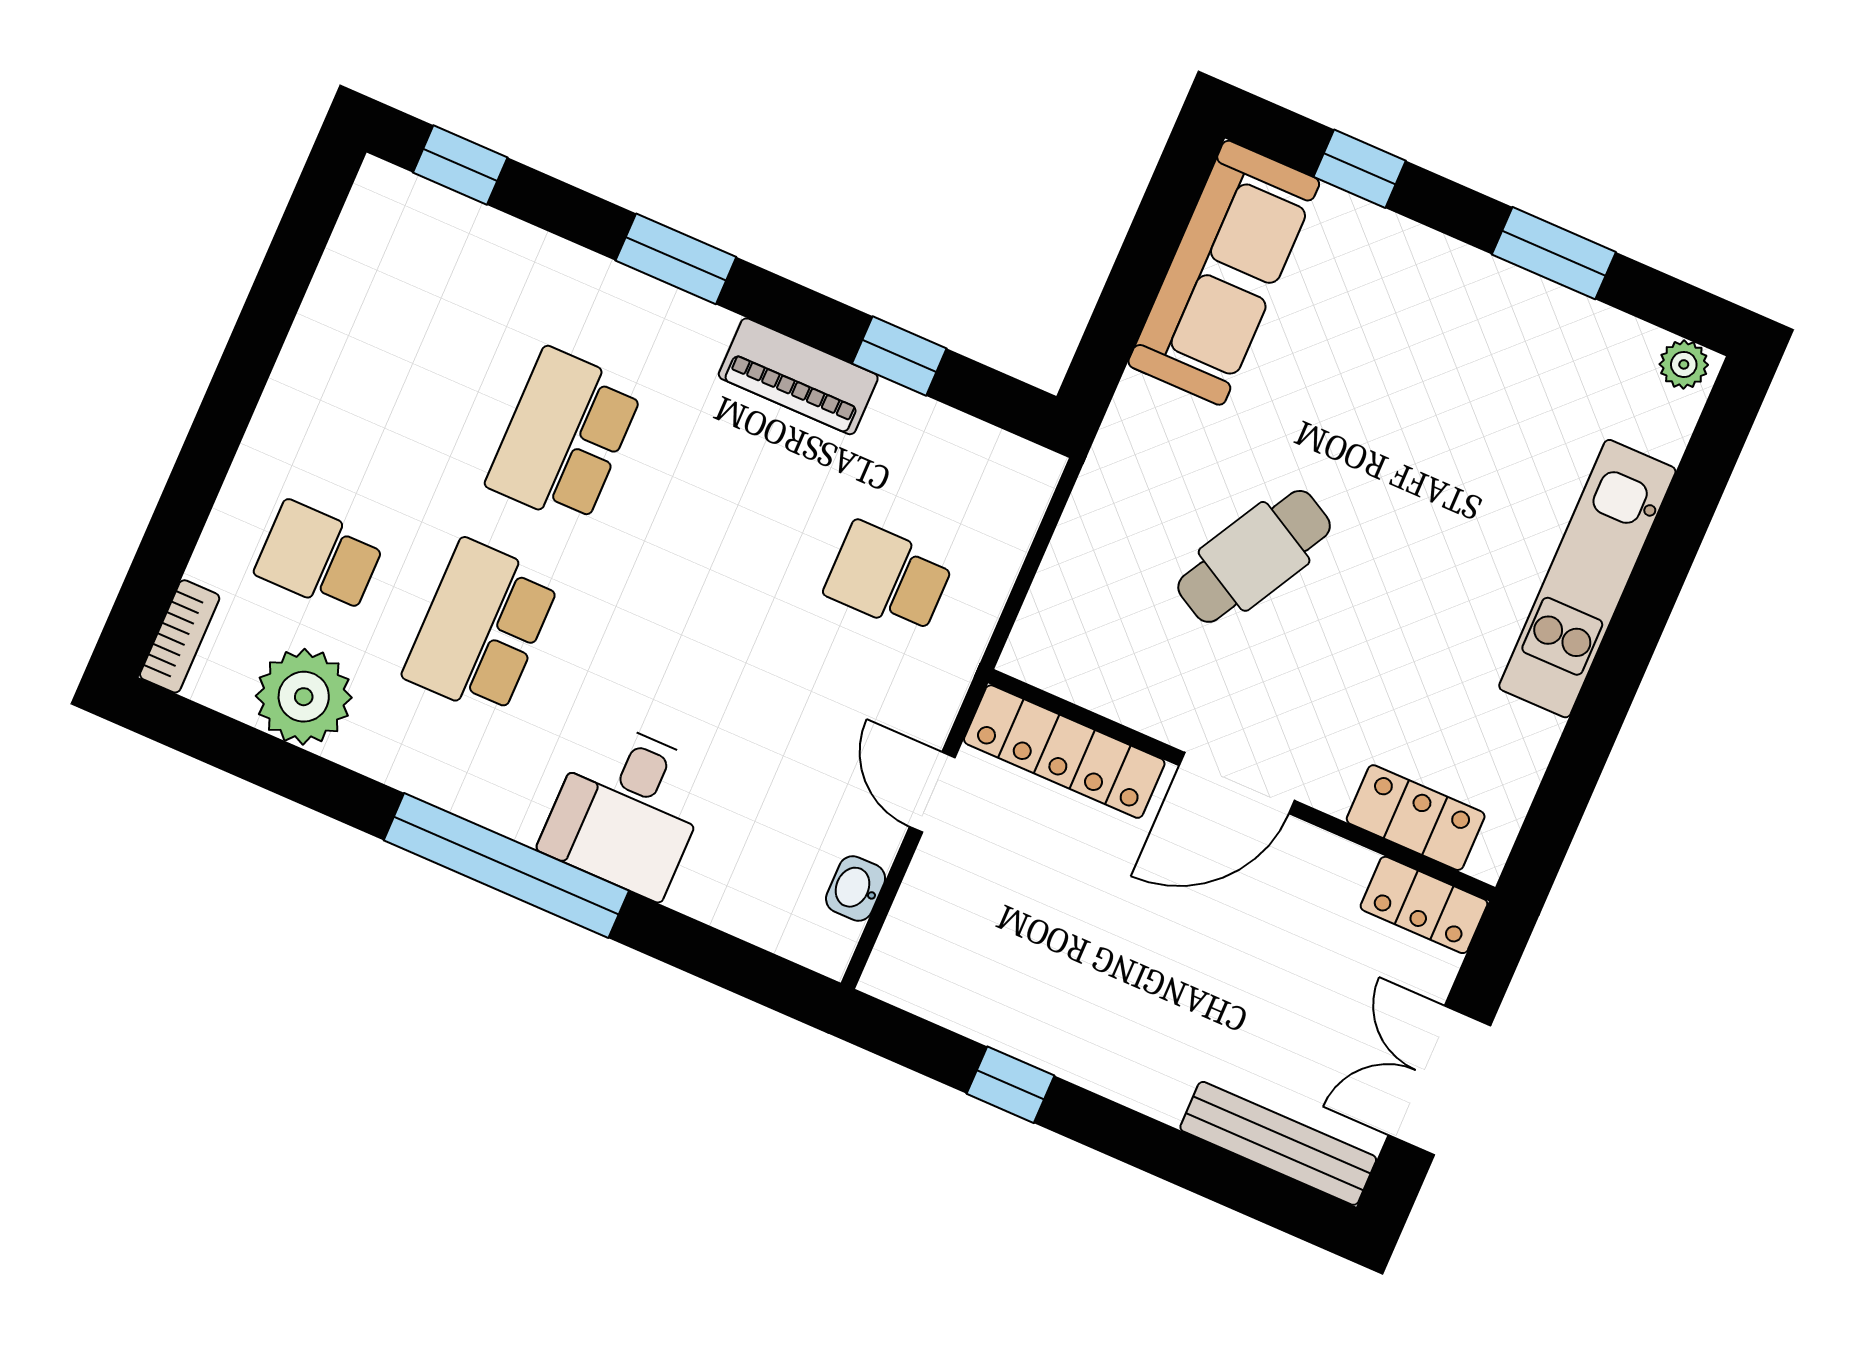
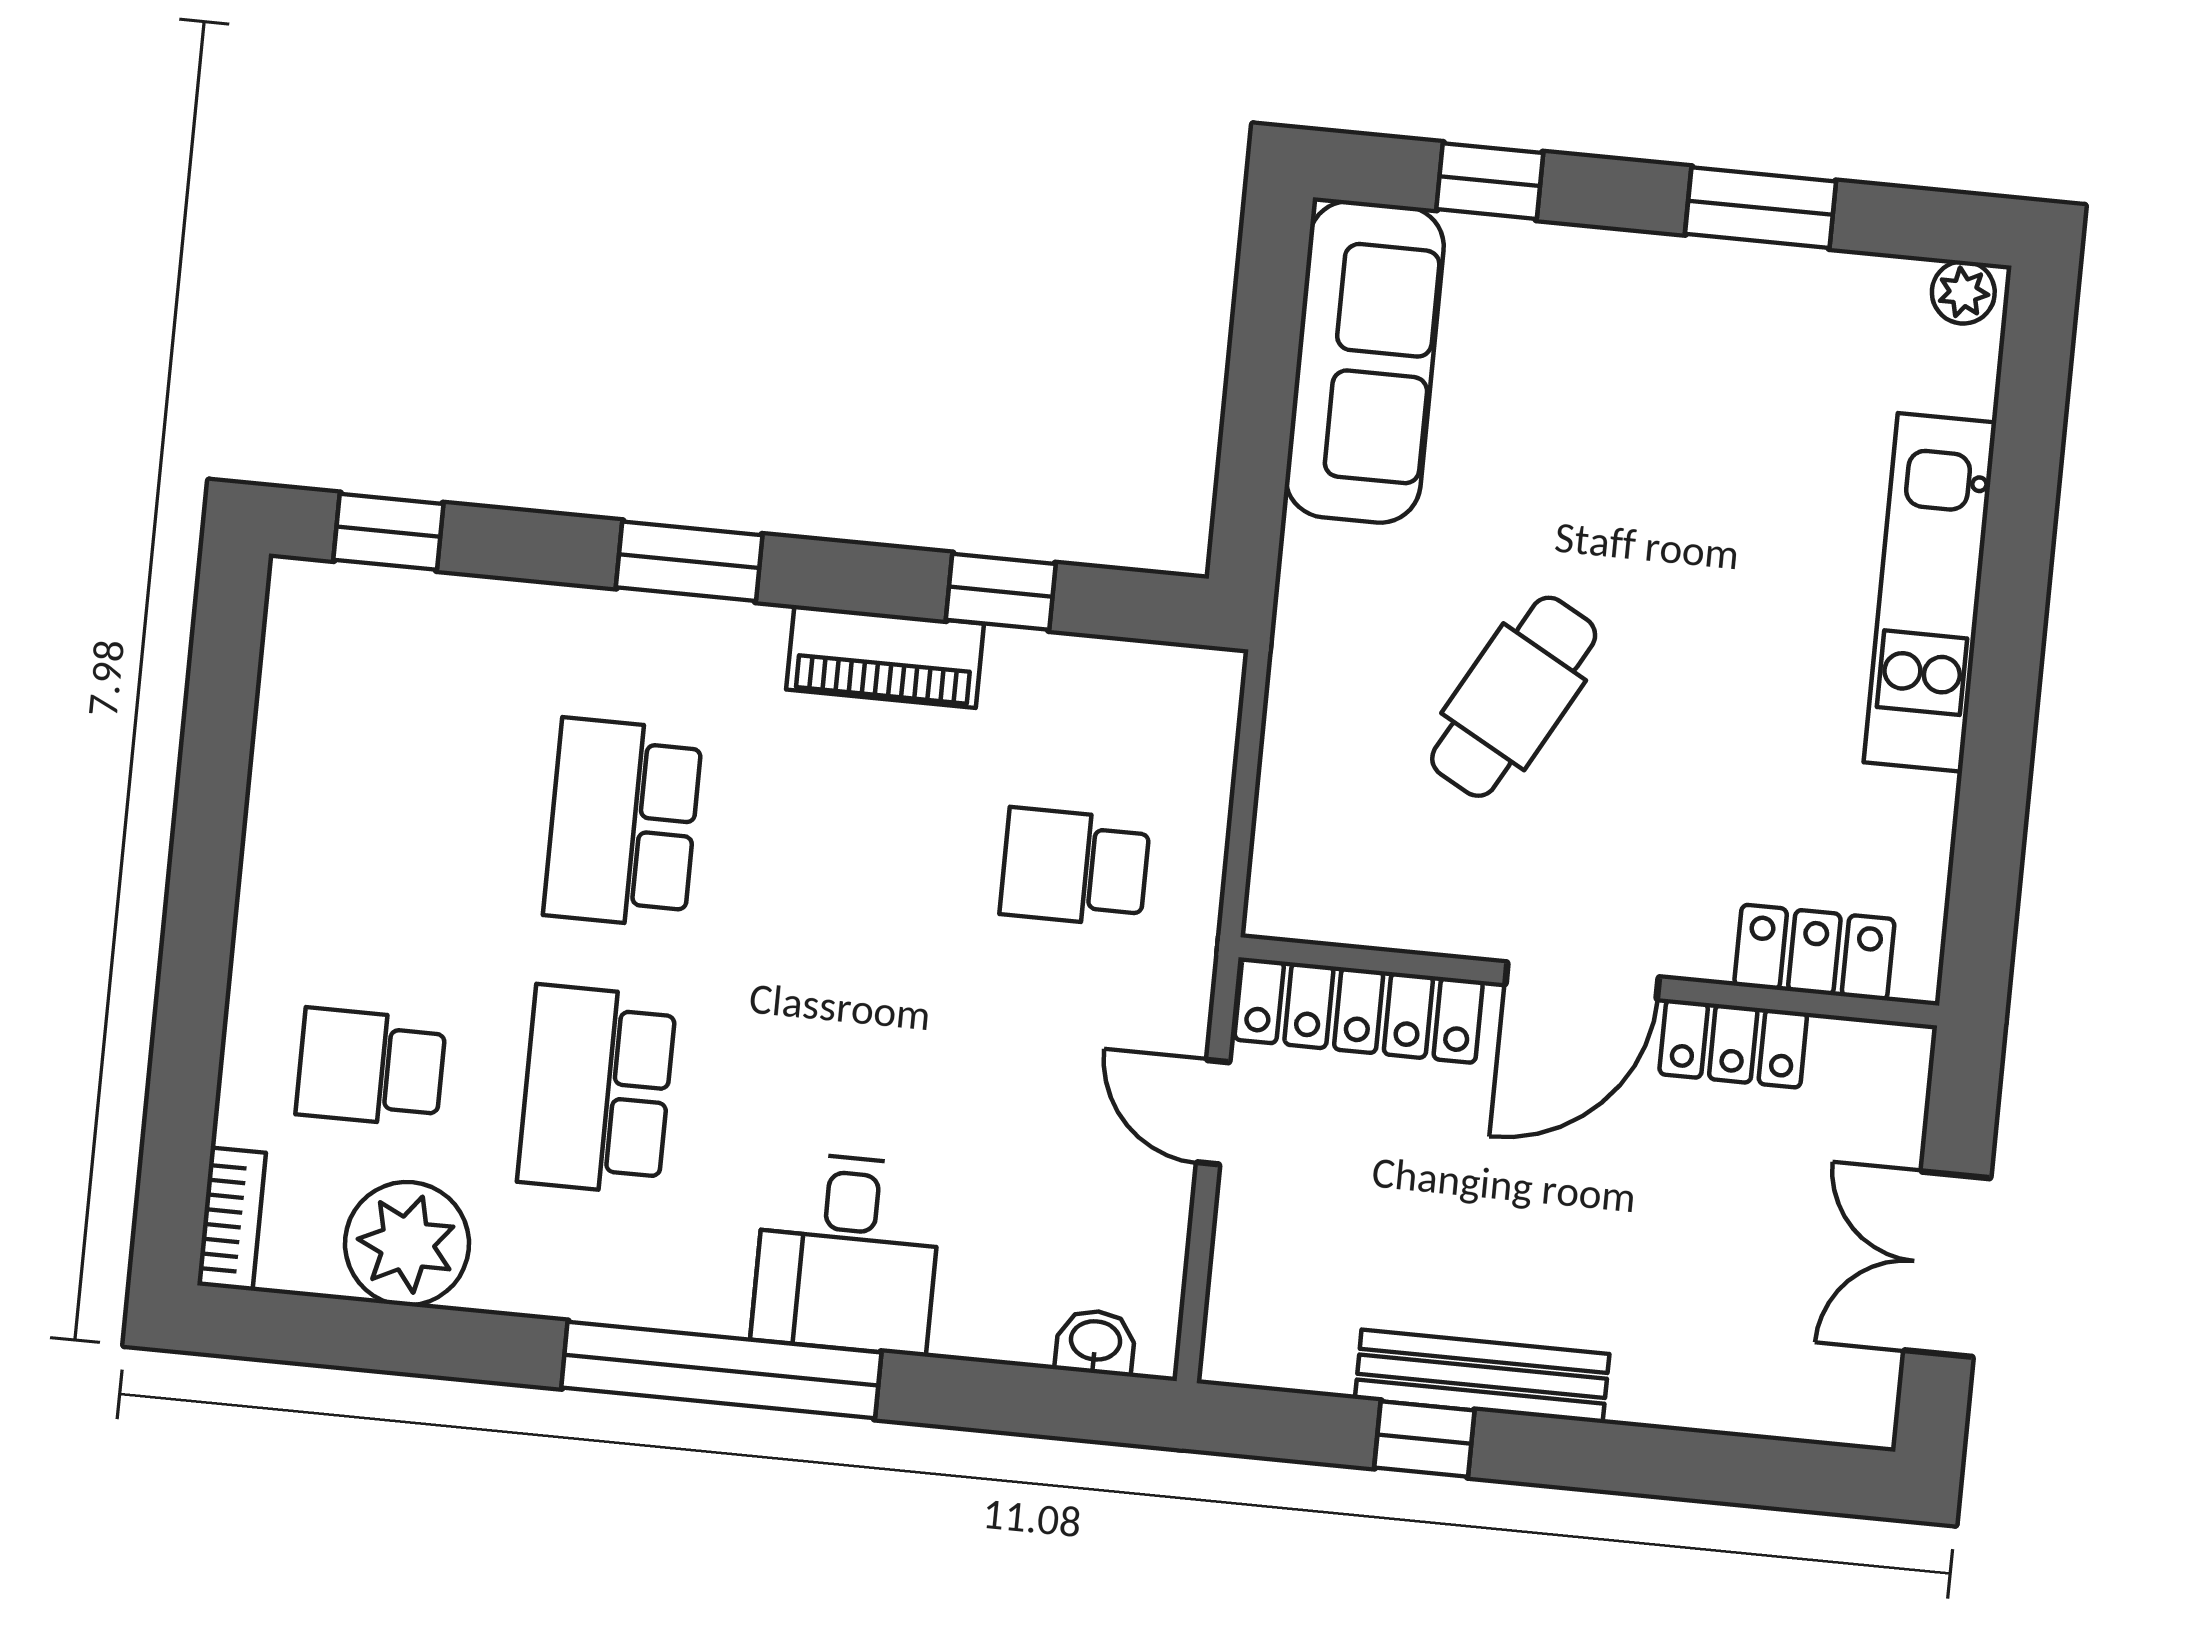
washbasin: (856, 888) -> (1095, 1342), moved, turned 90
locker: (1424, 905) -> (1733, 1044), moved
bench: (1278, 1143) -> (1482, 1376), moved

